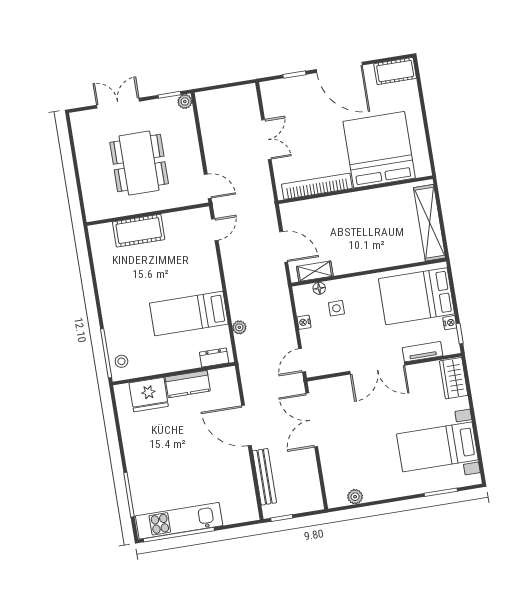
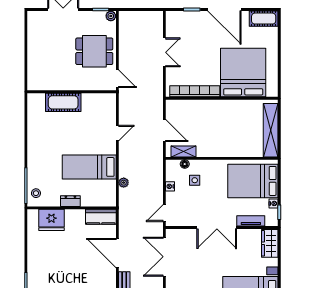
dining table: (139, 163) -> (94, 51), moved, width x0.73
door: (215, 230) -> (117, 133), moved
dresser: (214, 358) -> (70, 201), moved
kitchen counter: (188, 384) -> (101, 217), moved

